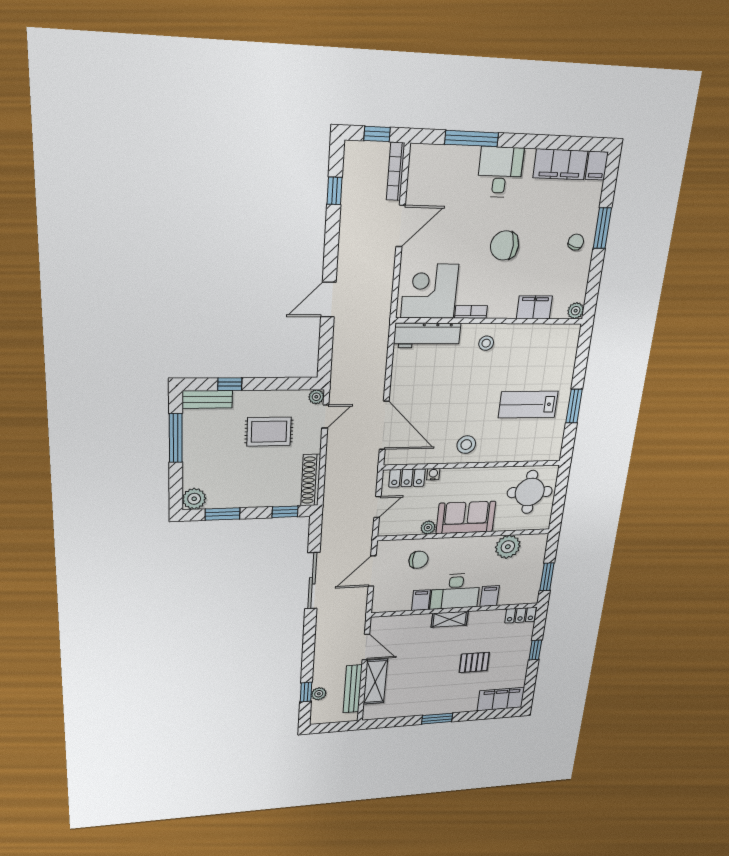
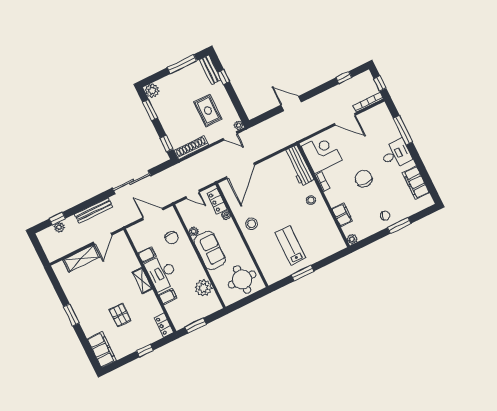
filing cabinet: (597, 166) -> (426, 202), removed
bench: (353, 689) -> (94, 211), moved

